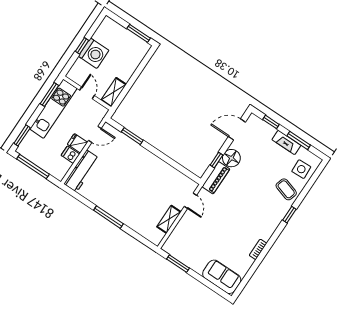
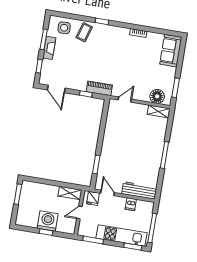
kitchen unit: (53, 109) -> (121, 235), moved
fridge: (77, 143) -> (93, 198), moved
floor lamp: (231, 158) -> (157, 96), moved
shelving: (169, 219) -> (159, 111), moved

